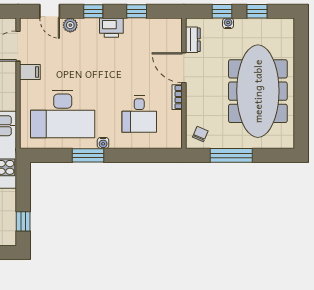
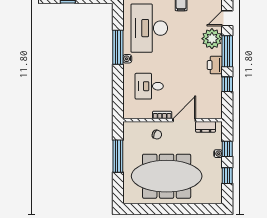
window: (93, 11) -> (227, 51), width x2.17
plant: (70, 25) -> (212, 39), width x1.87, depth x1.87
chair: (200, 134) -> (157, 135), moved
window: (88, 155) -> (118, 47), width x1.44

